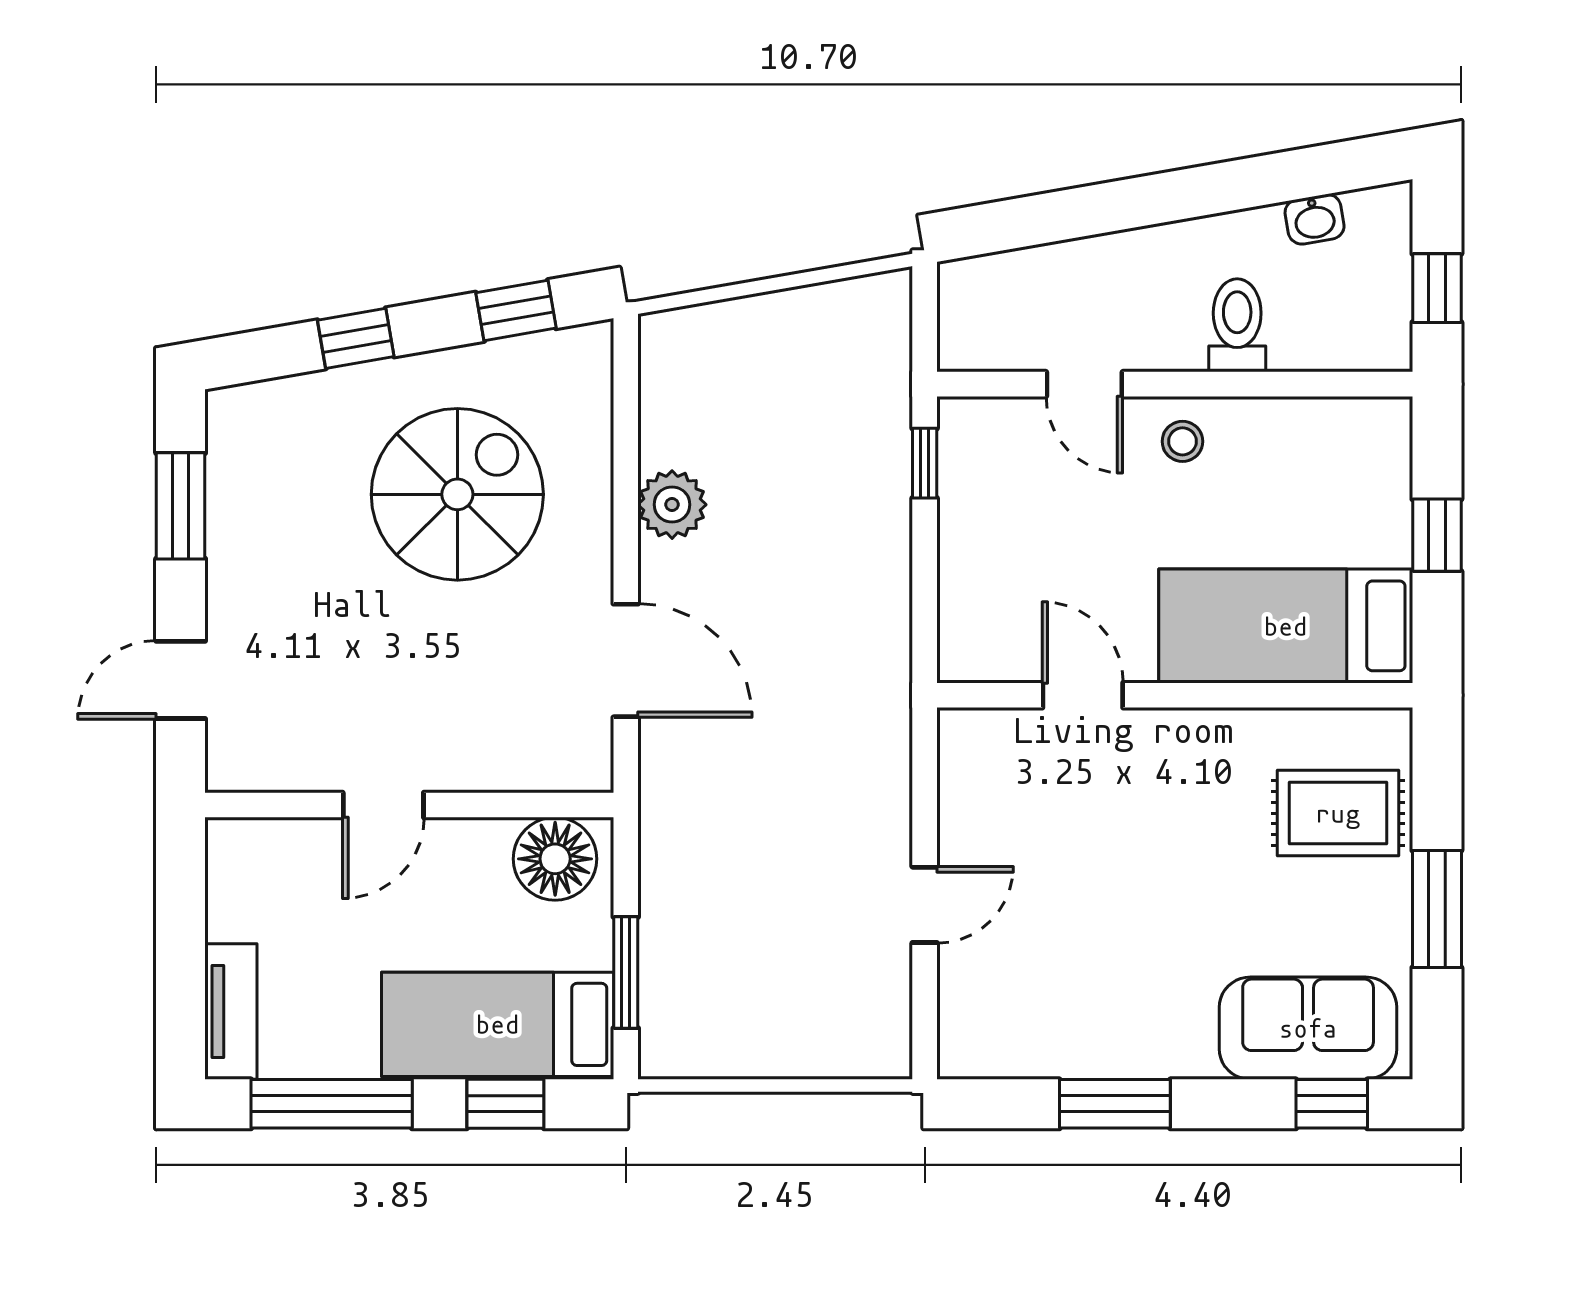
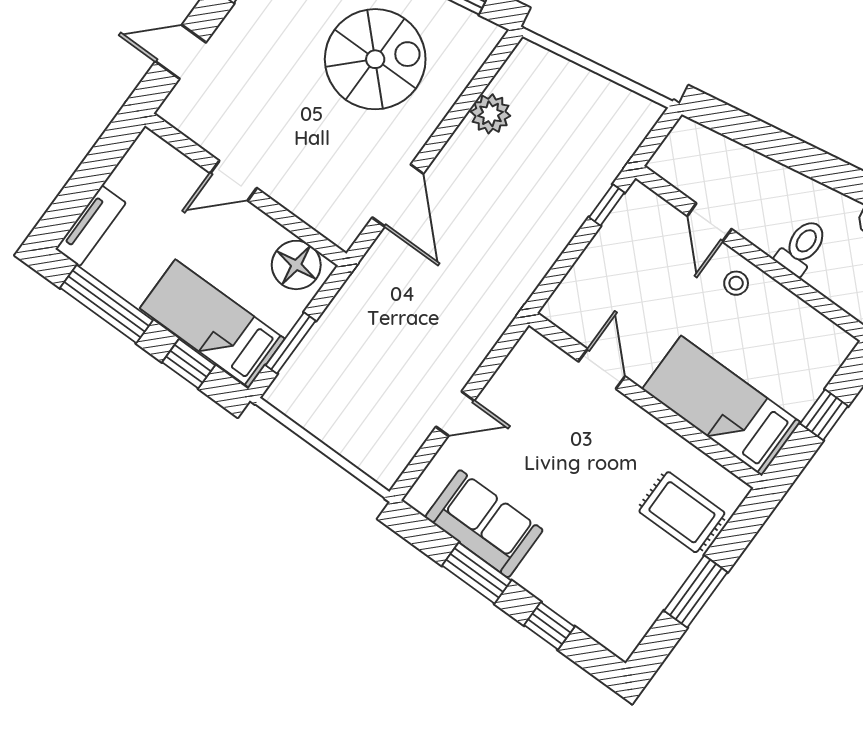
plant: (672, 505) -> (490, 114), moved
sofa: (1308, 1028) -> (484, 524), moved
window: (1332, 1104) -> (549, 626), moved

